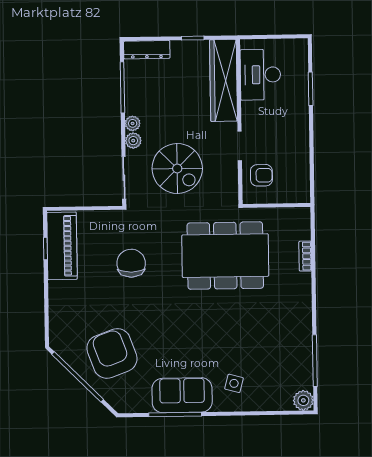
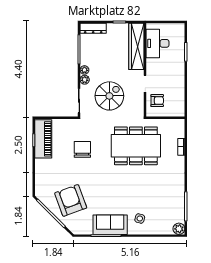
spiral stairs: (177, 168) -> (109, 96), turned -90

